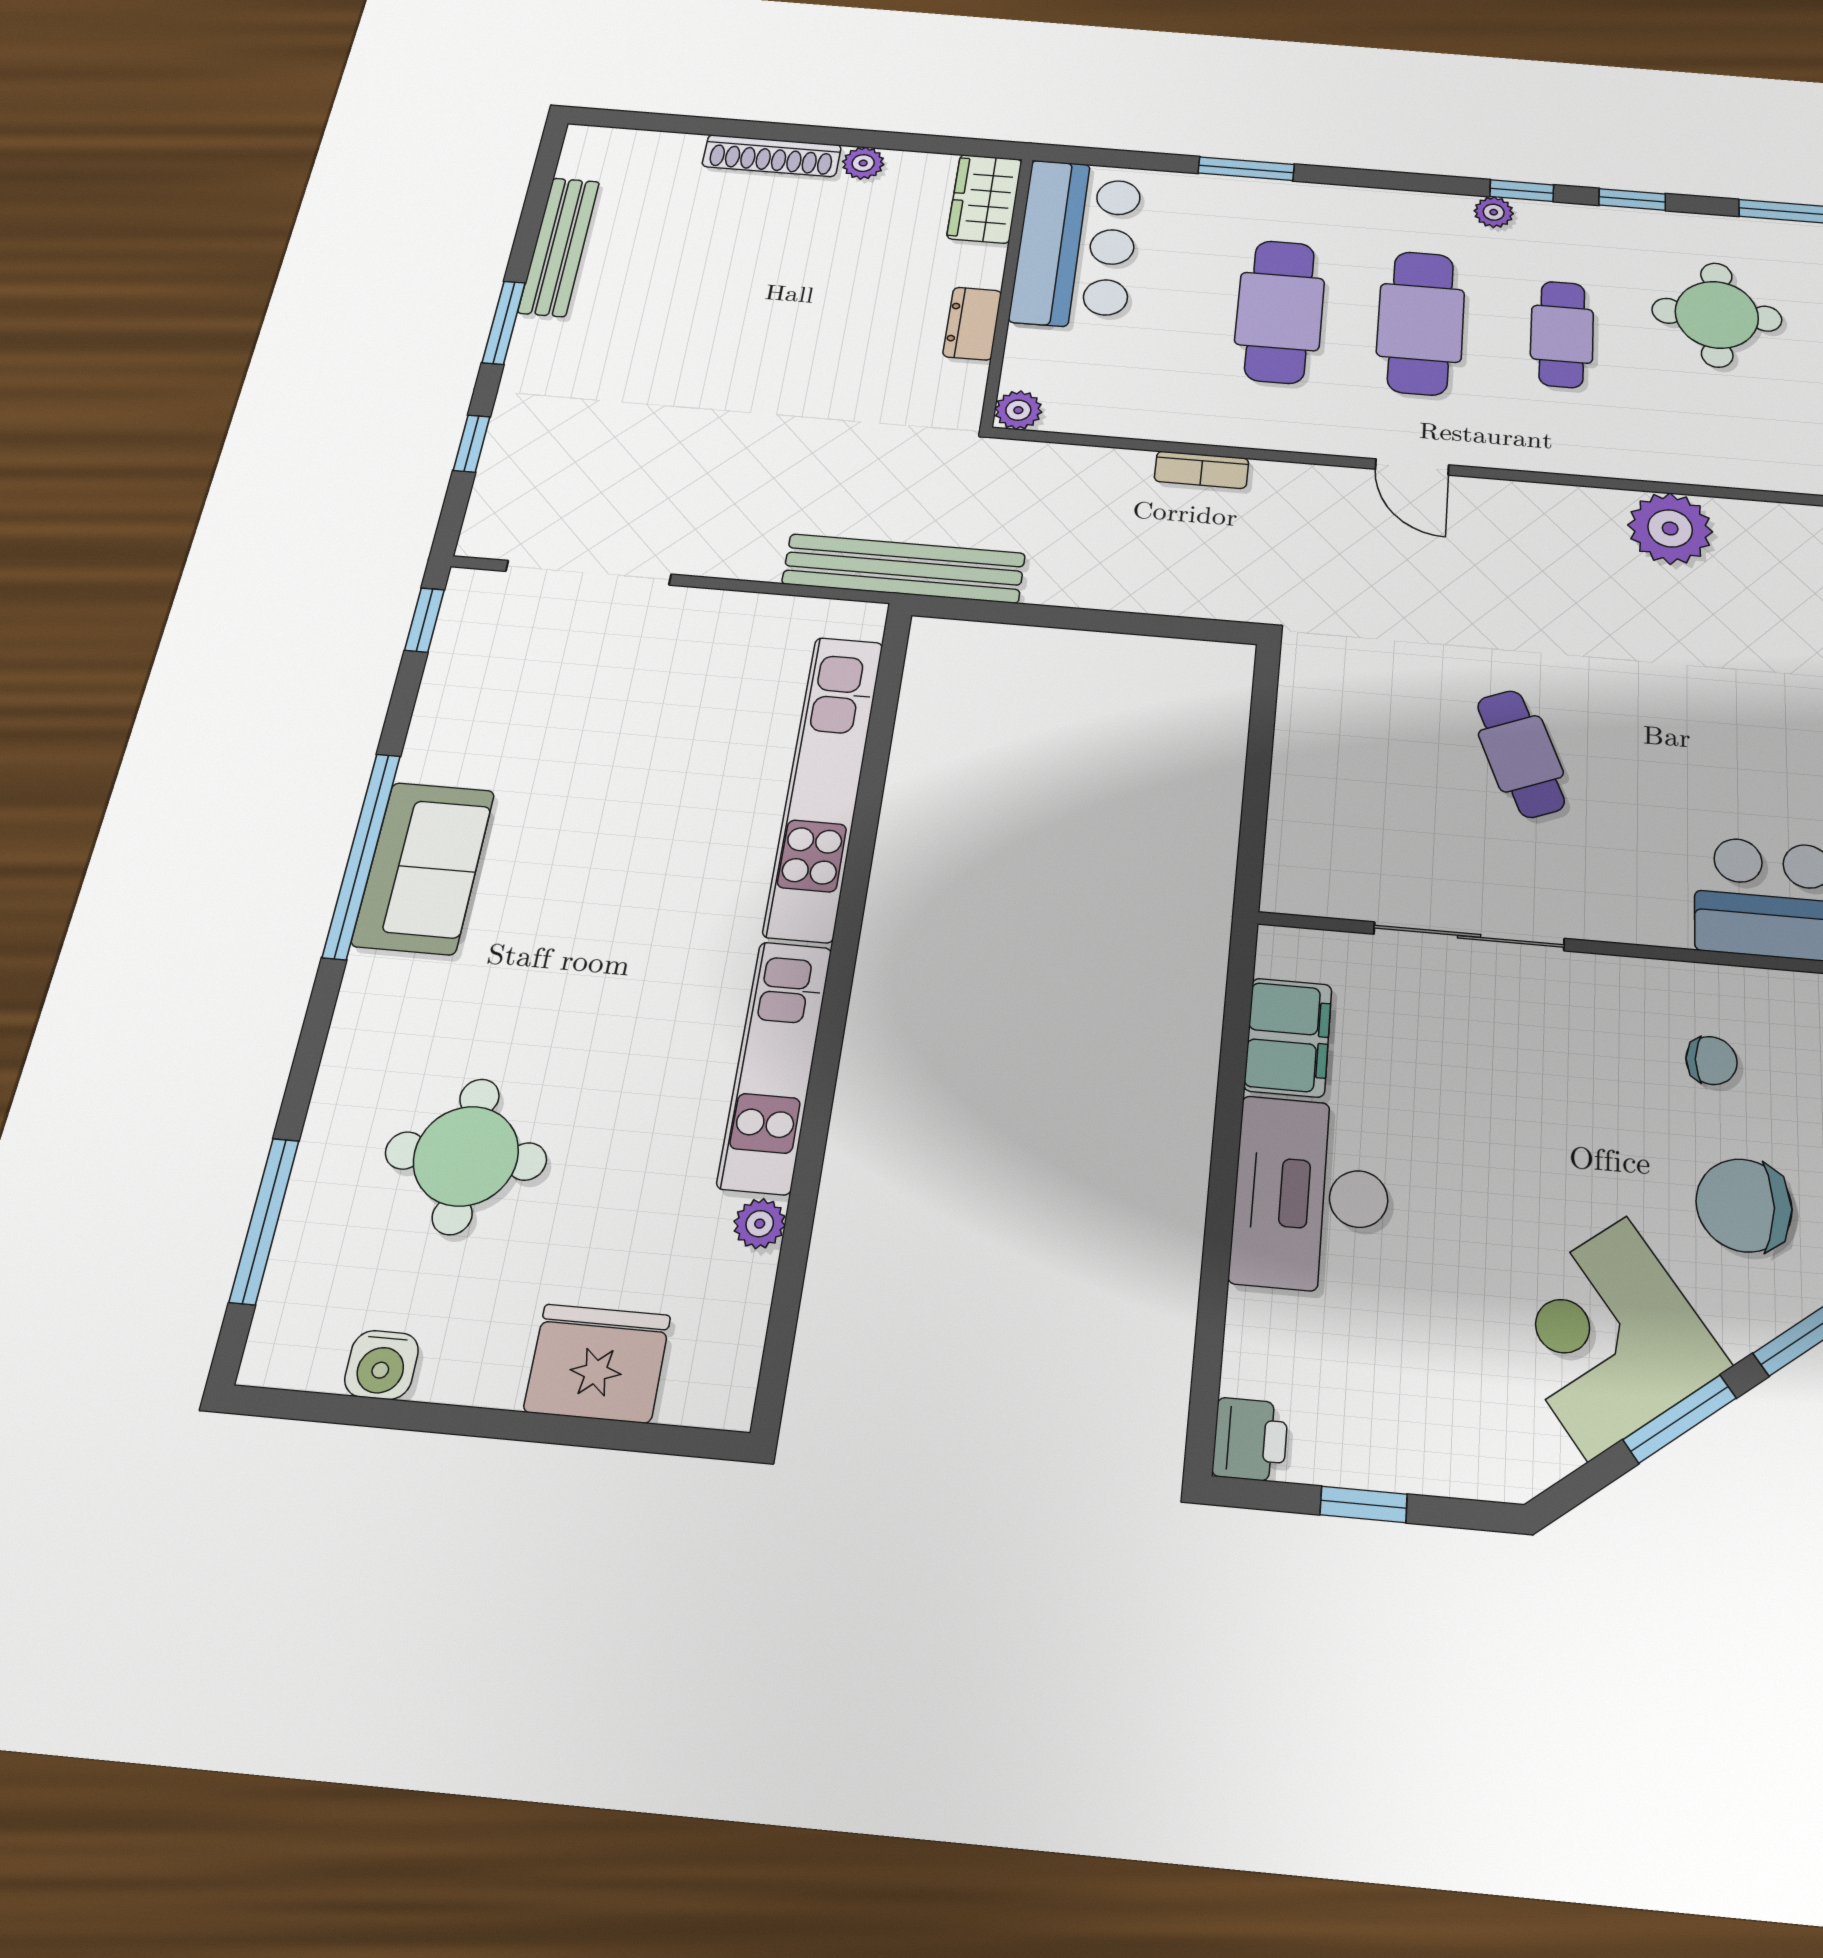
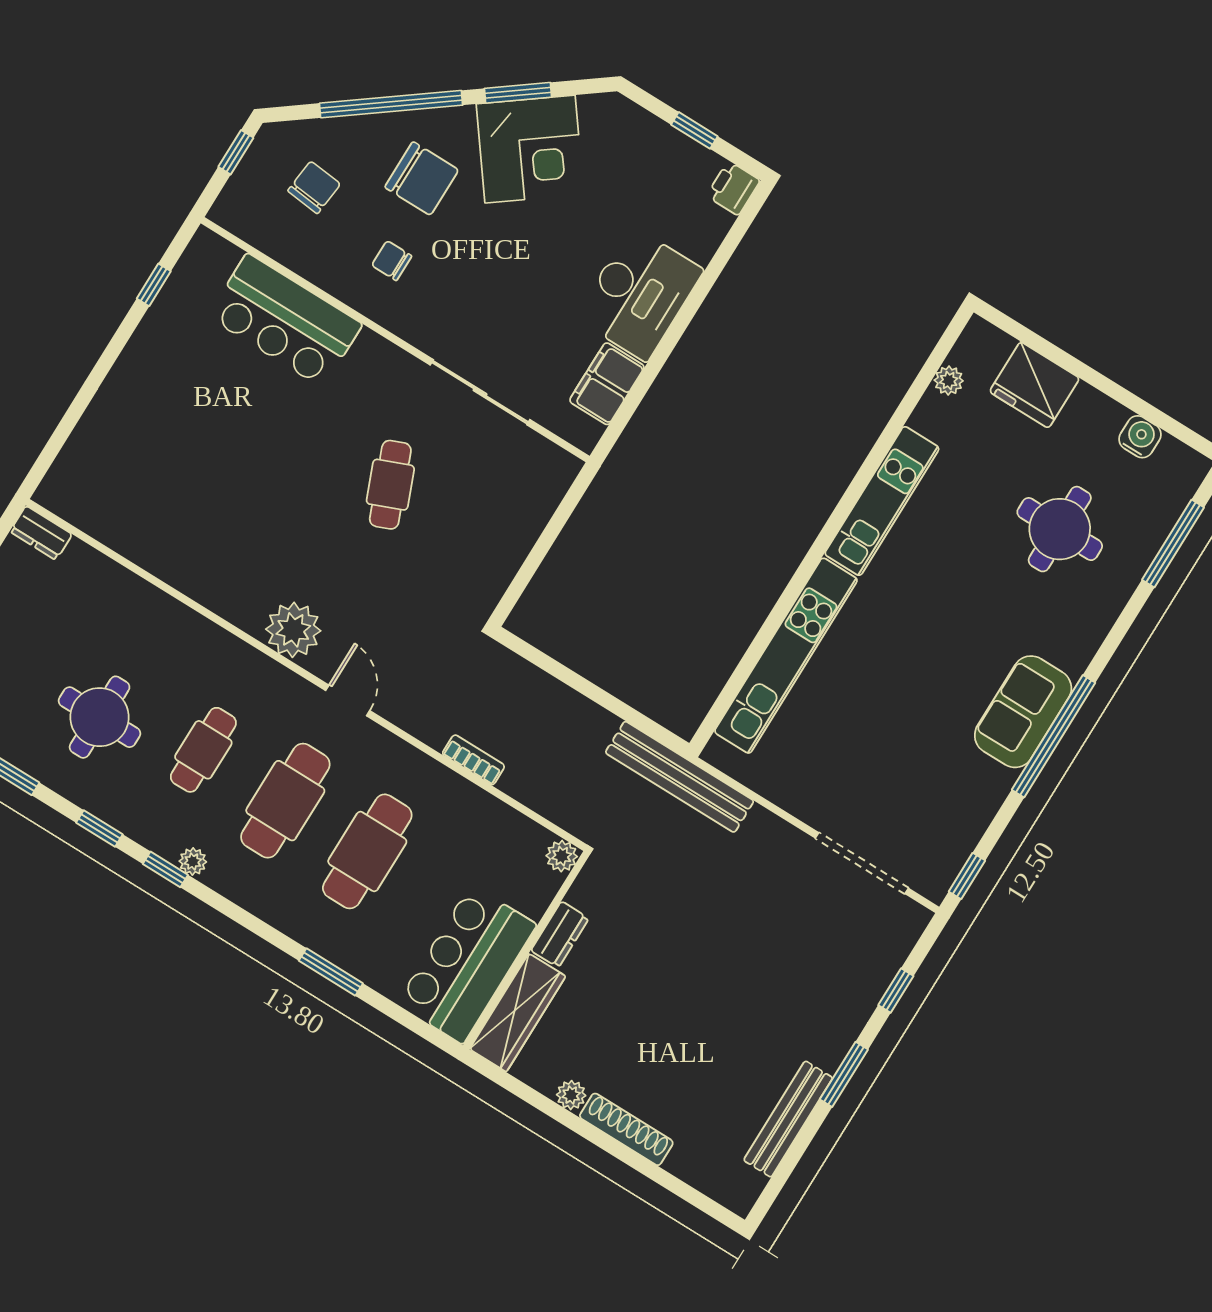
wardrobe: (985, 199) -> (518, 1013), width x1.50
plant: (1670, 528) -> (293, 630), moved
plant: (760, 1224) -> (949, 381), moved

